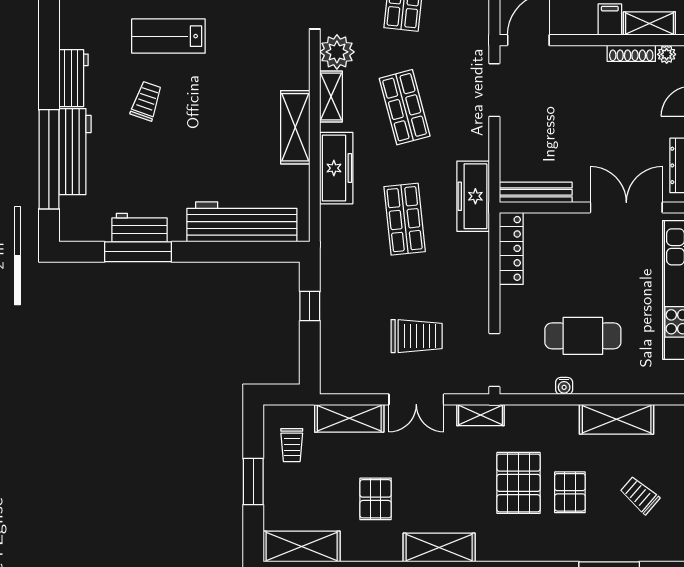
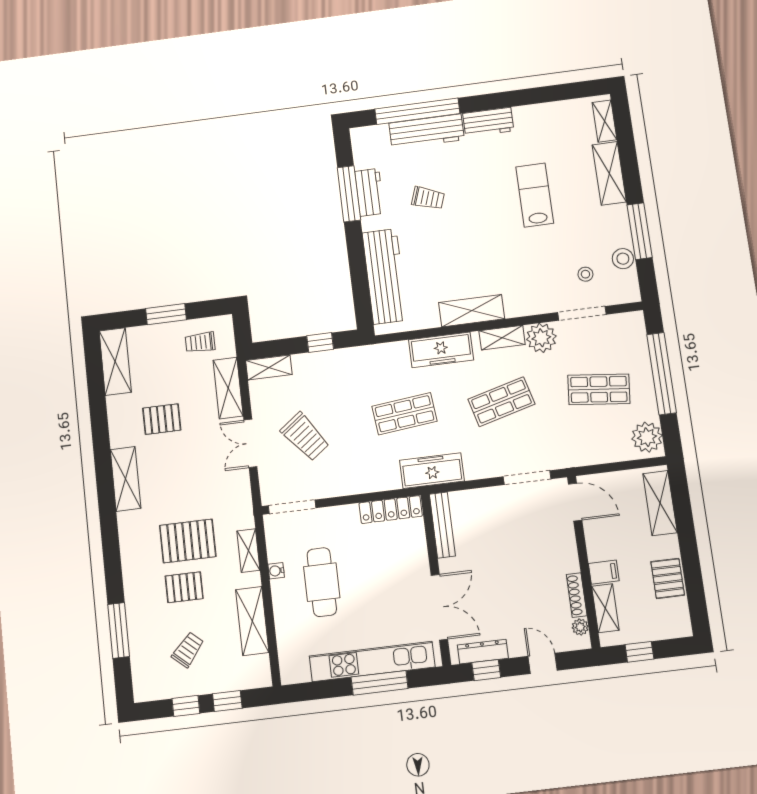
trolley: (146, 101) -> (428, 198), moved
trolley: (417, 336) -> (305, 437), turned -37
shelving: (331, 369) -> (269, 367), added
shelving: (481, 415) -> (248, 551), moved

